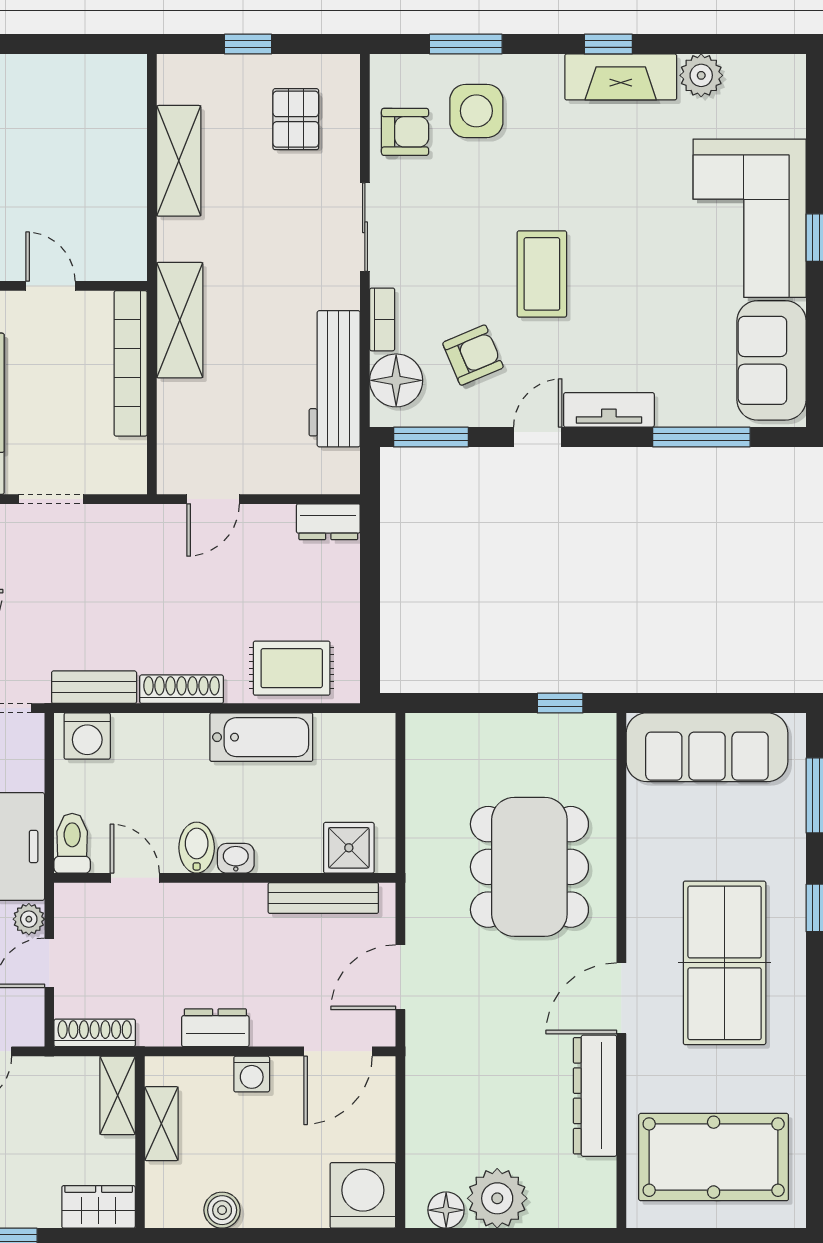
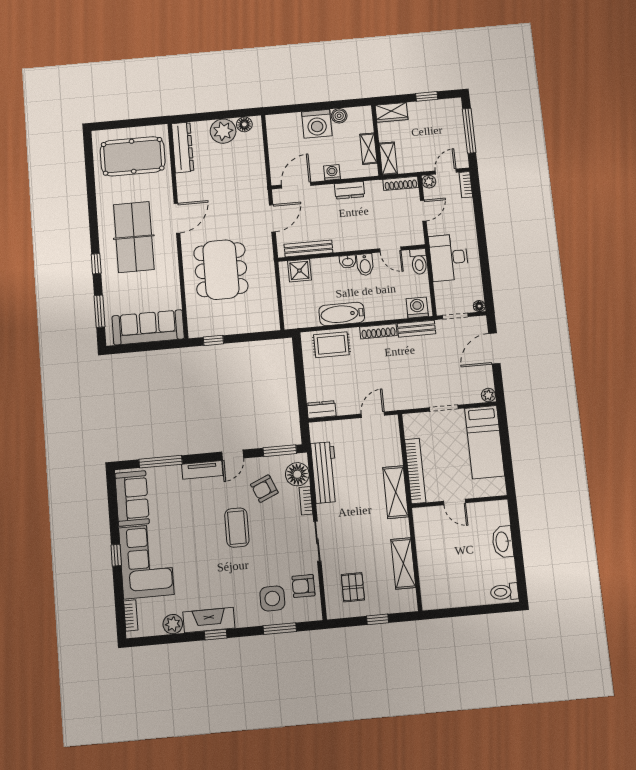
bookcase: (793, 103) -> (131, 615), added
plant: (29, 919) -> (429, 182), moved
dresser: (595, 1096) -> (183, 147), moved
washing machine: (363, 1195) -> (317, 124), moved

